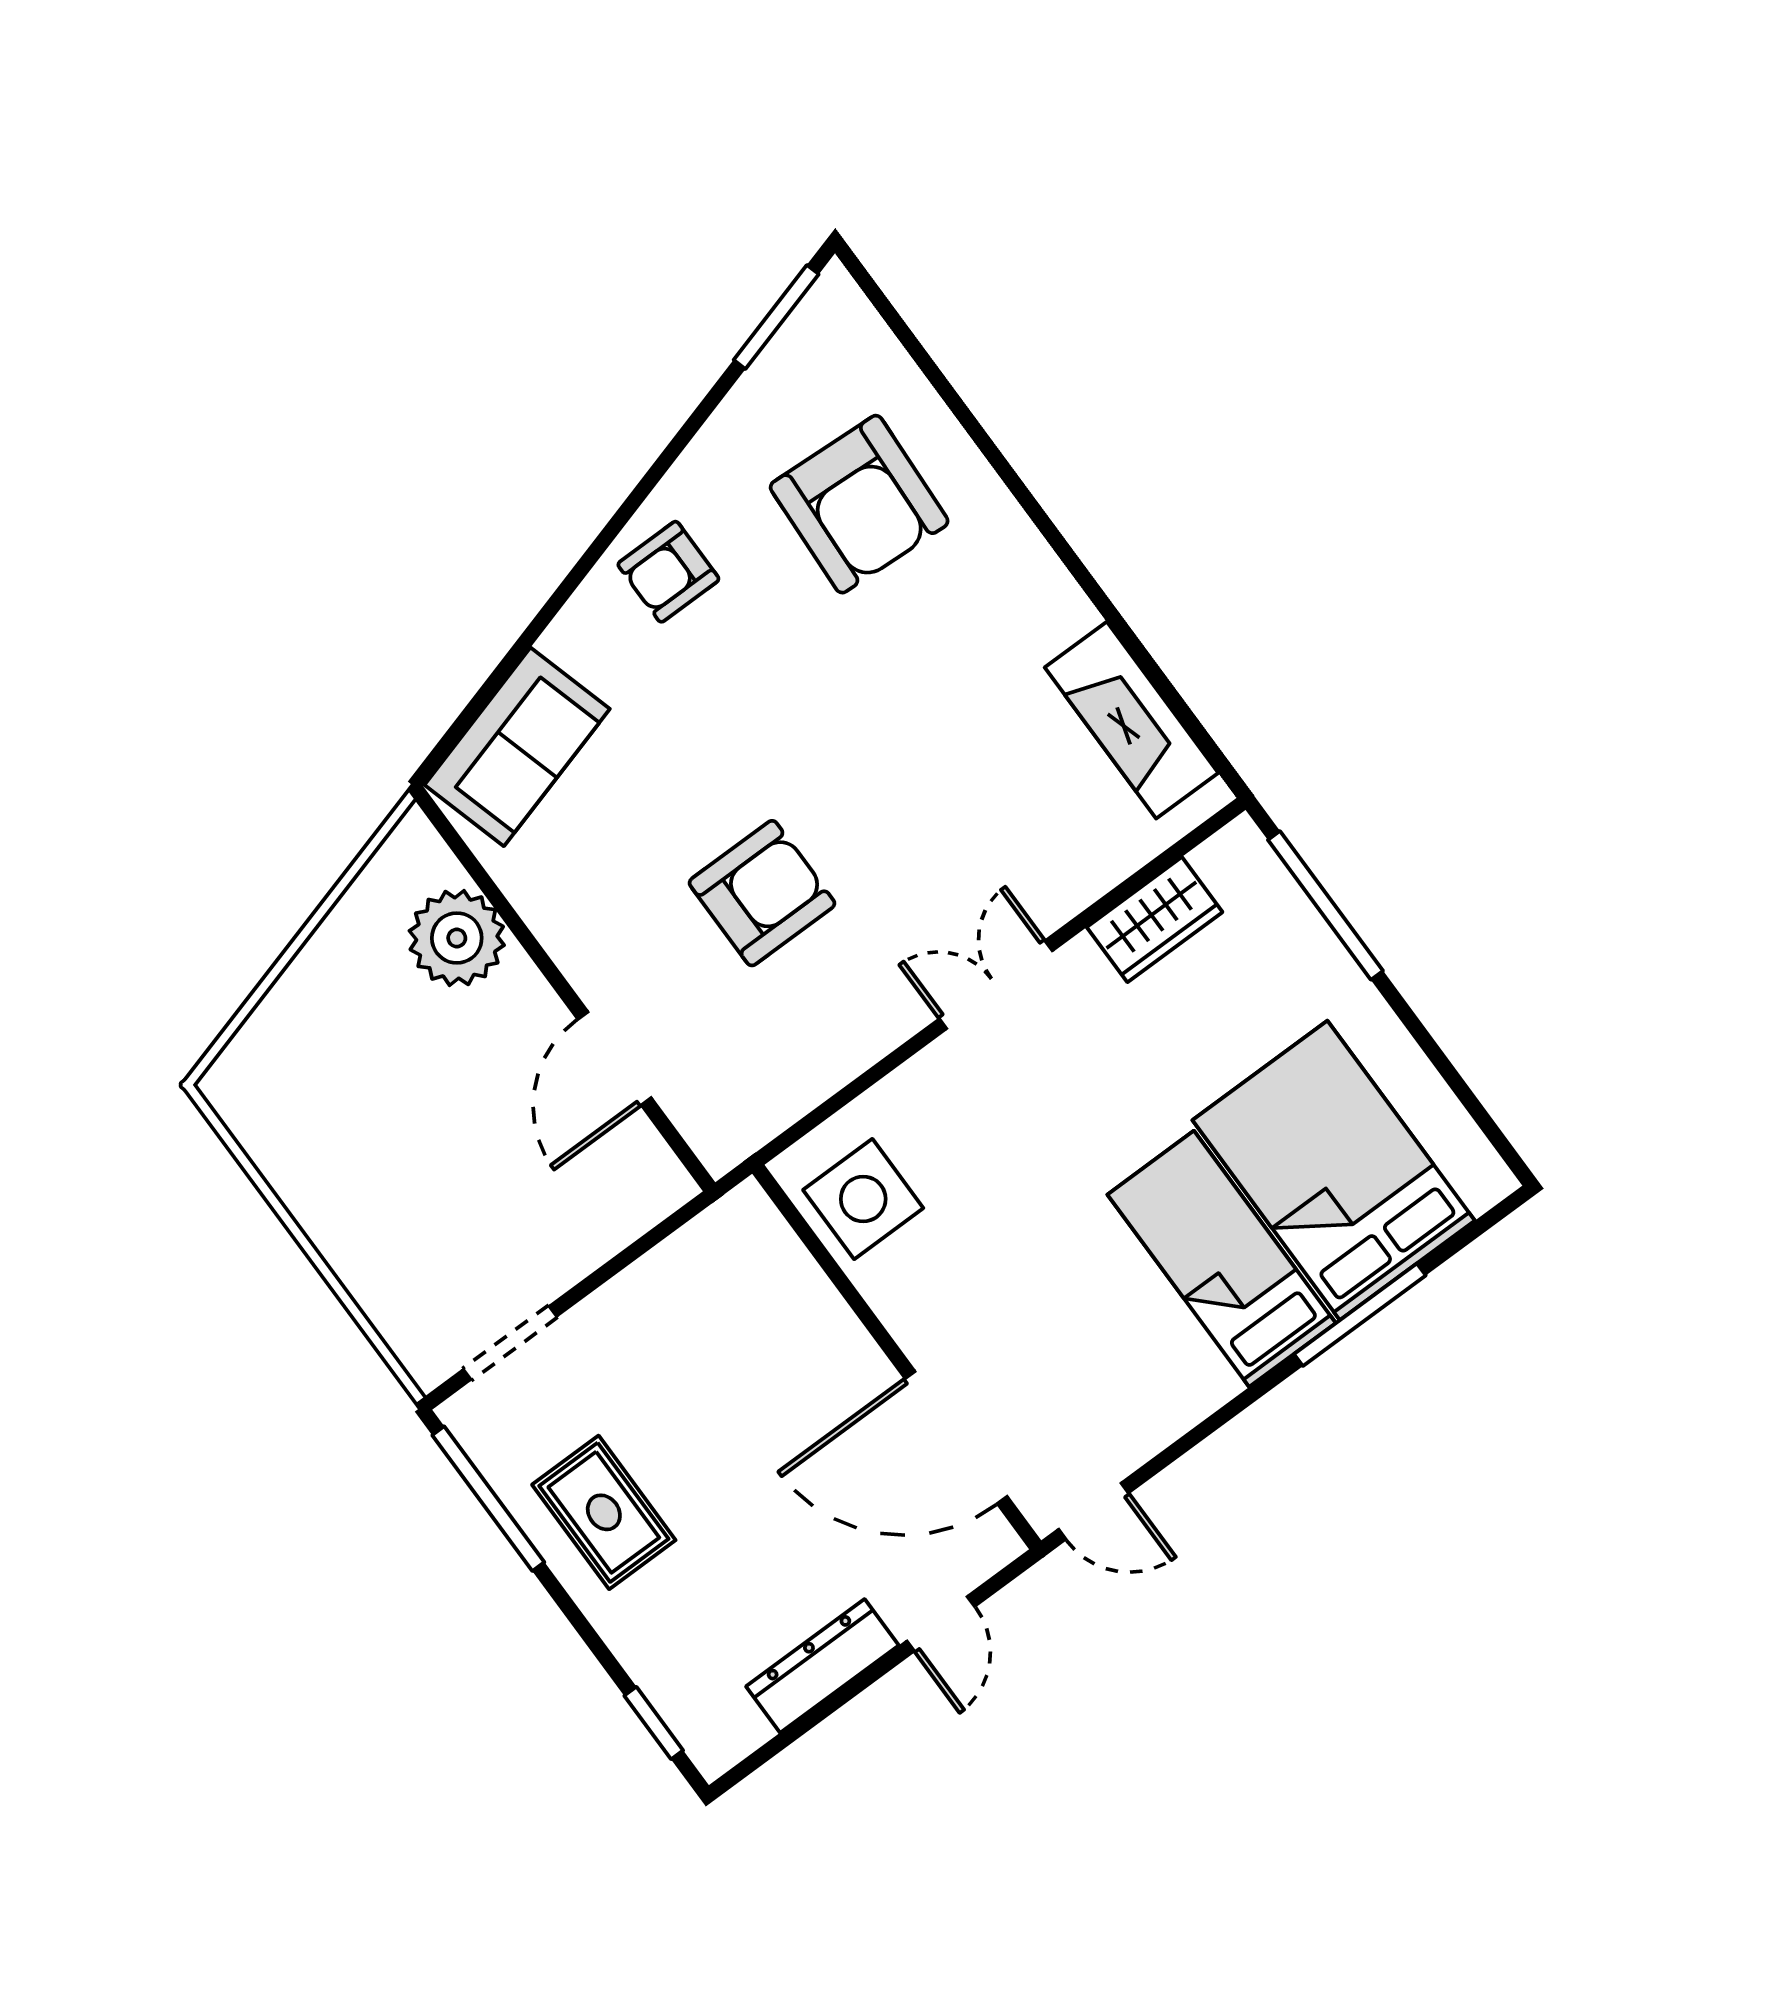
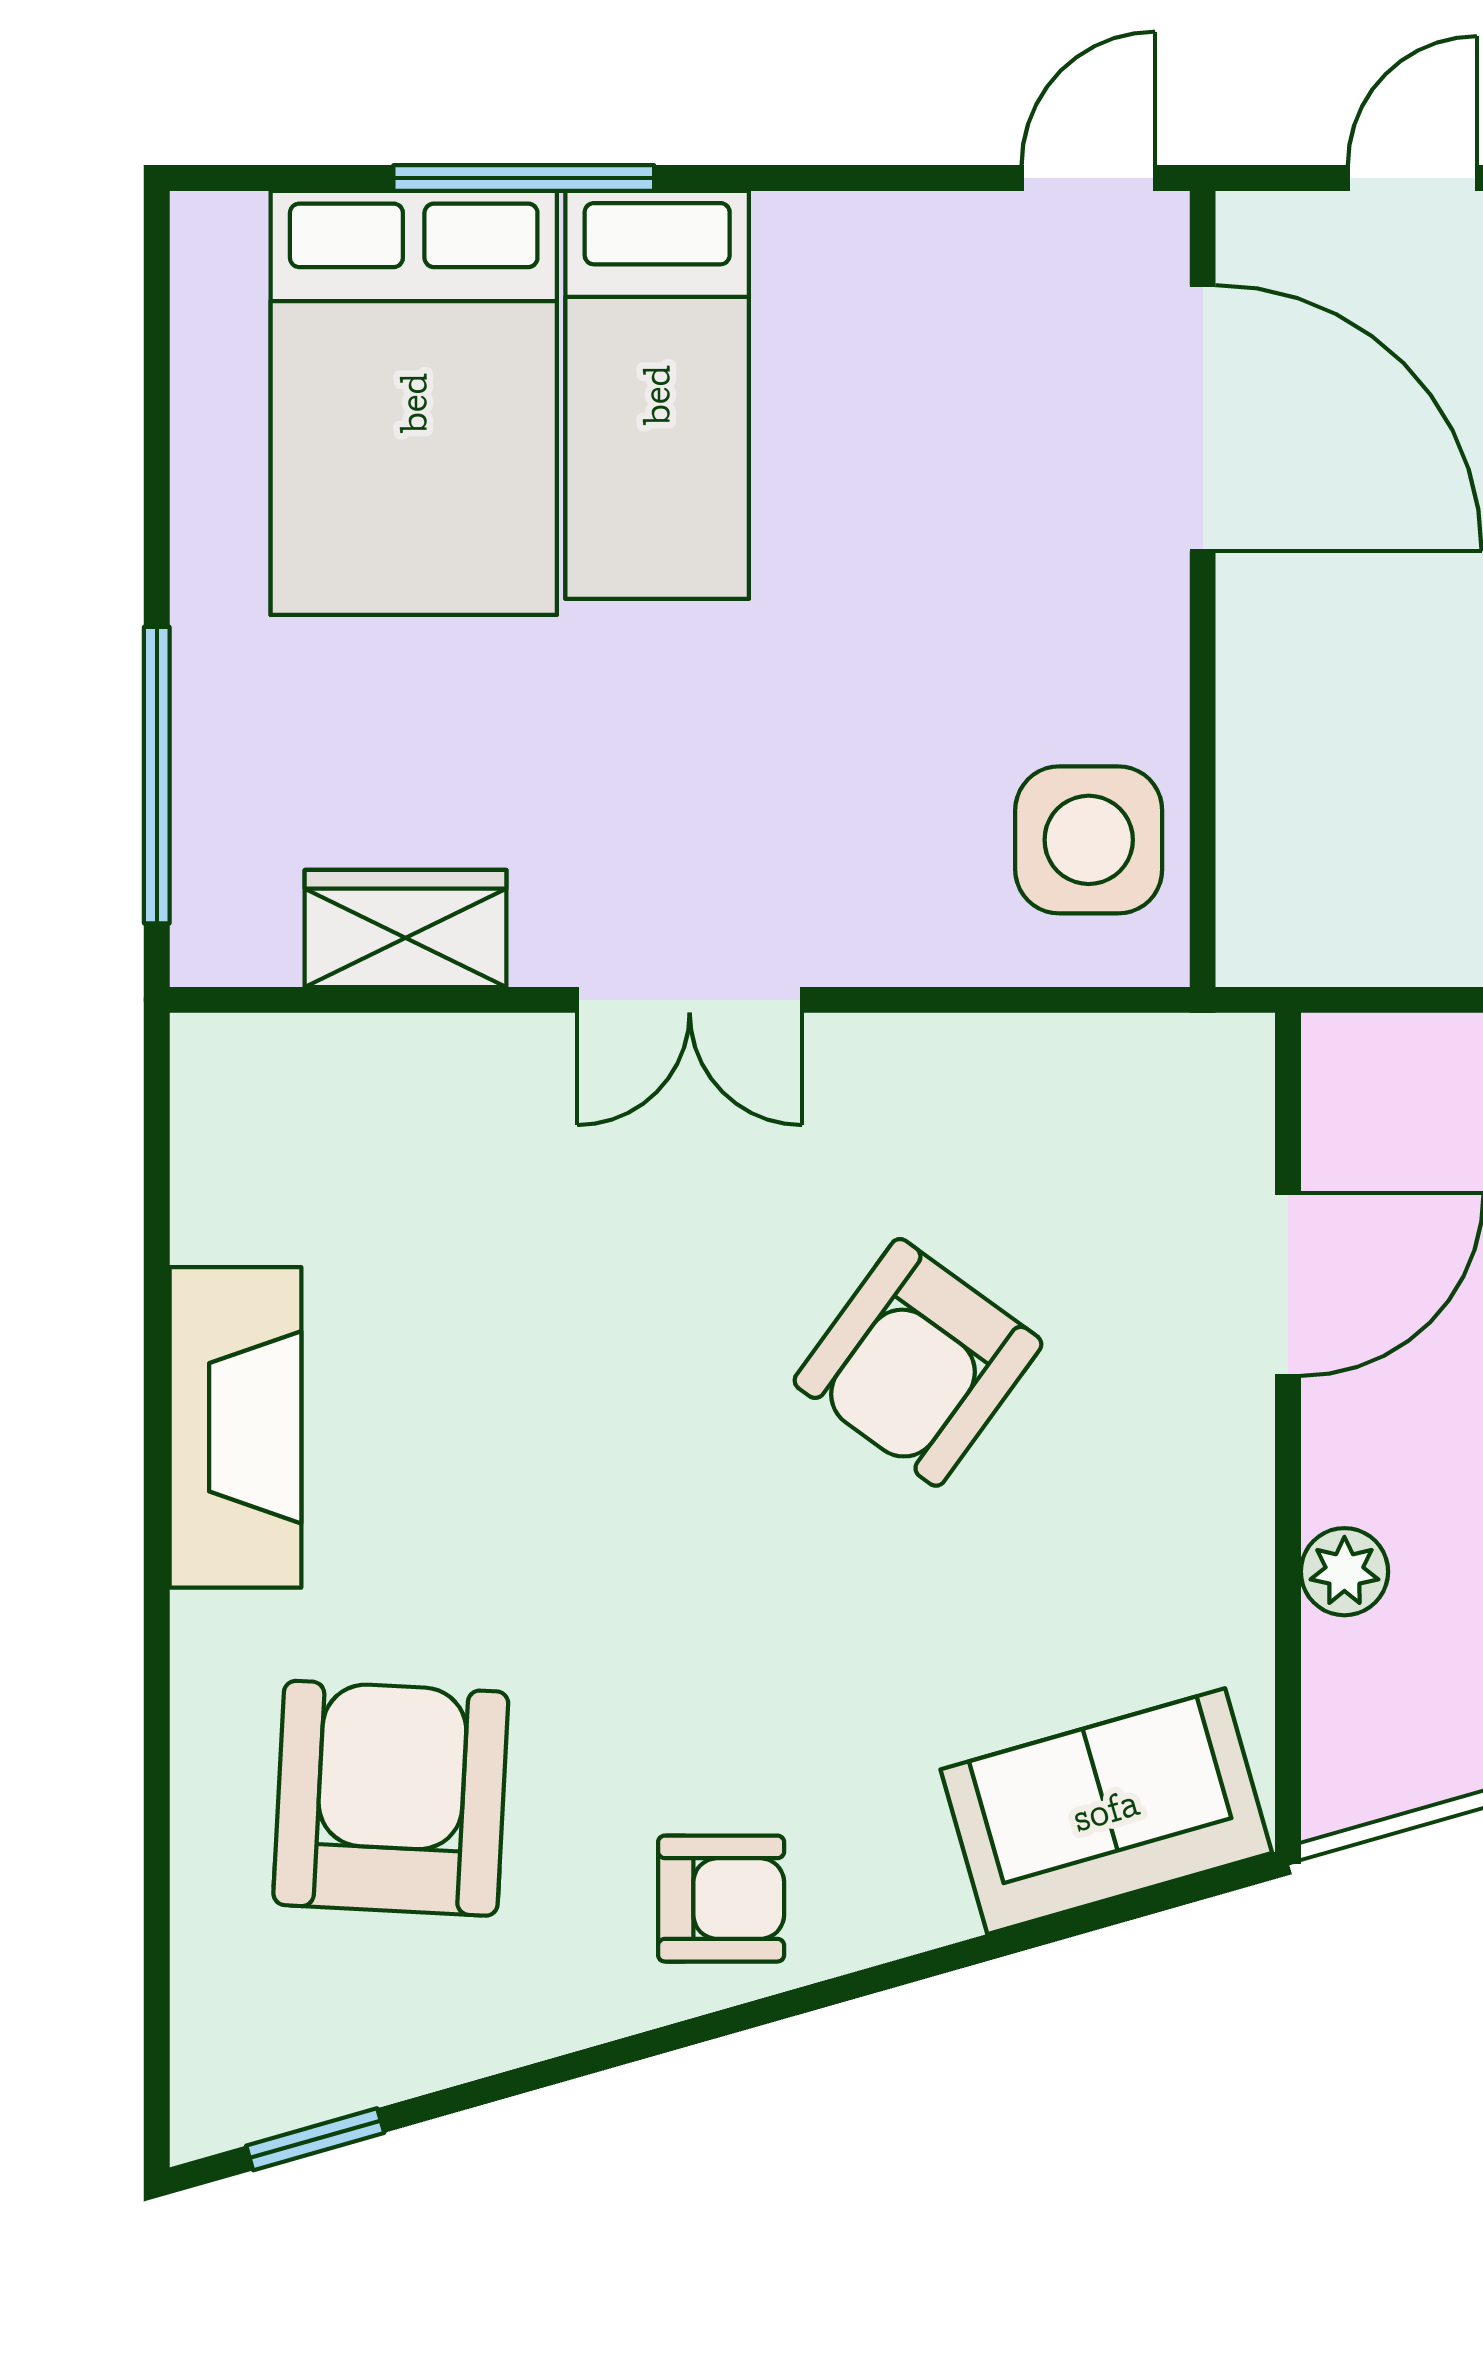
window: (776, 317) -> (315, 2139), width x0.67
fireplace: (1131, 720) -> (235, 1427), moved
armchair: (762, 893) -> (918, 1362), turned -54
plant: (457, 938) -> (1344, 1572), width x0.53, depth x0.53
door: (1094, 1511) -> (1088, 178), hinge flipped

